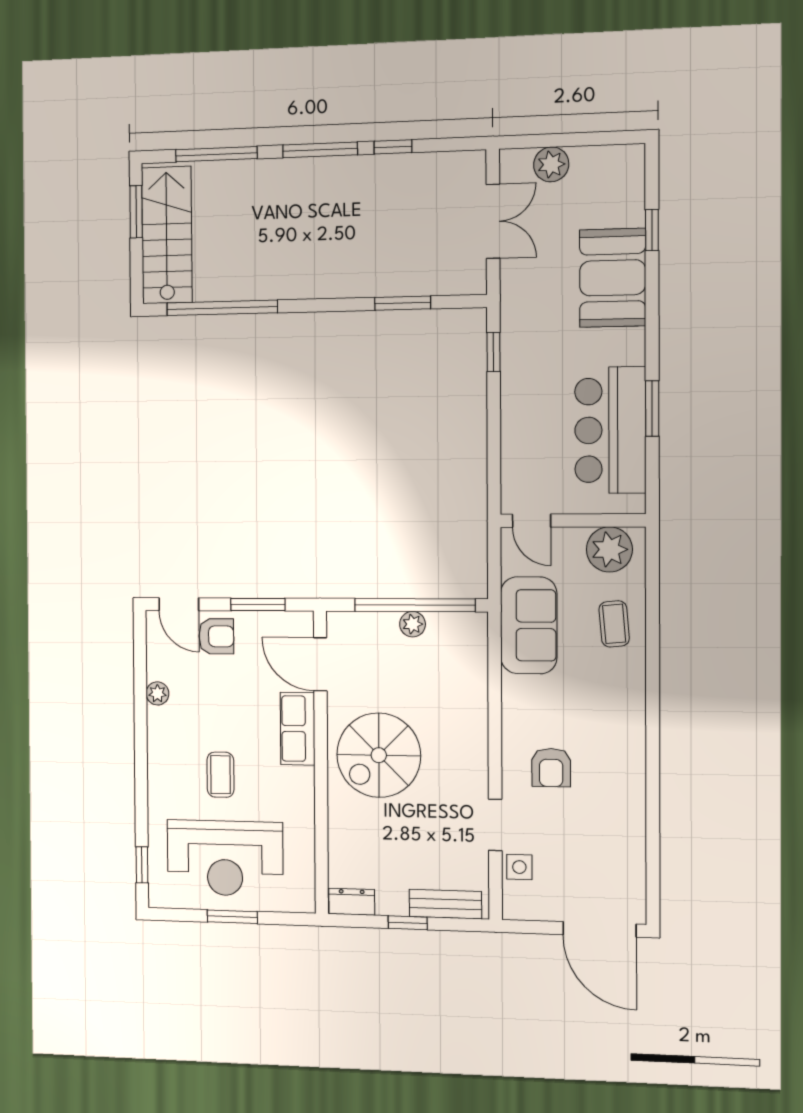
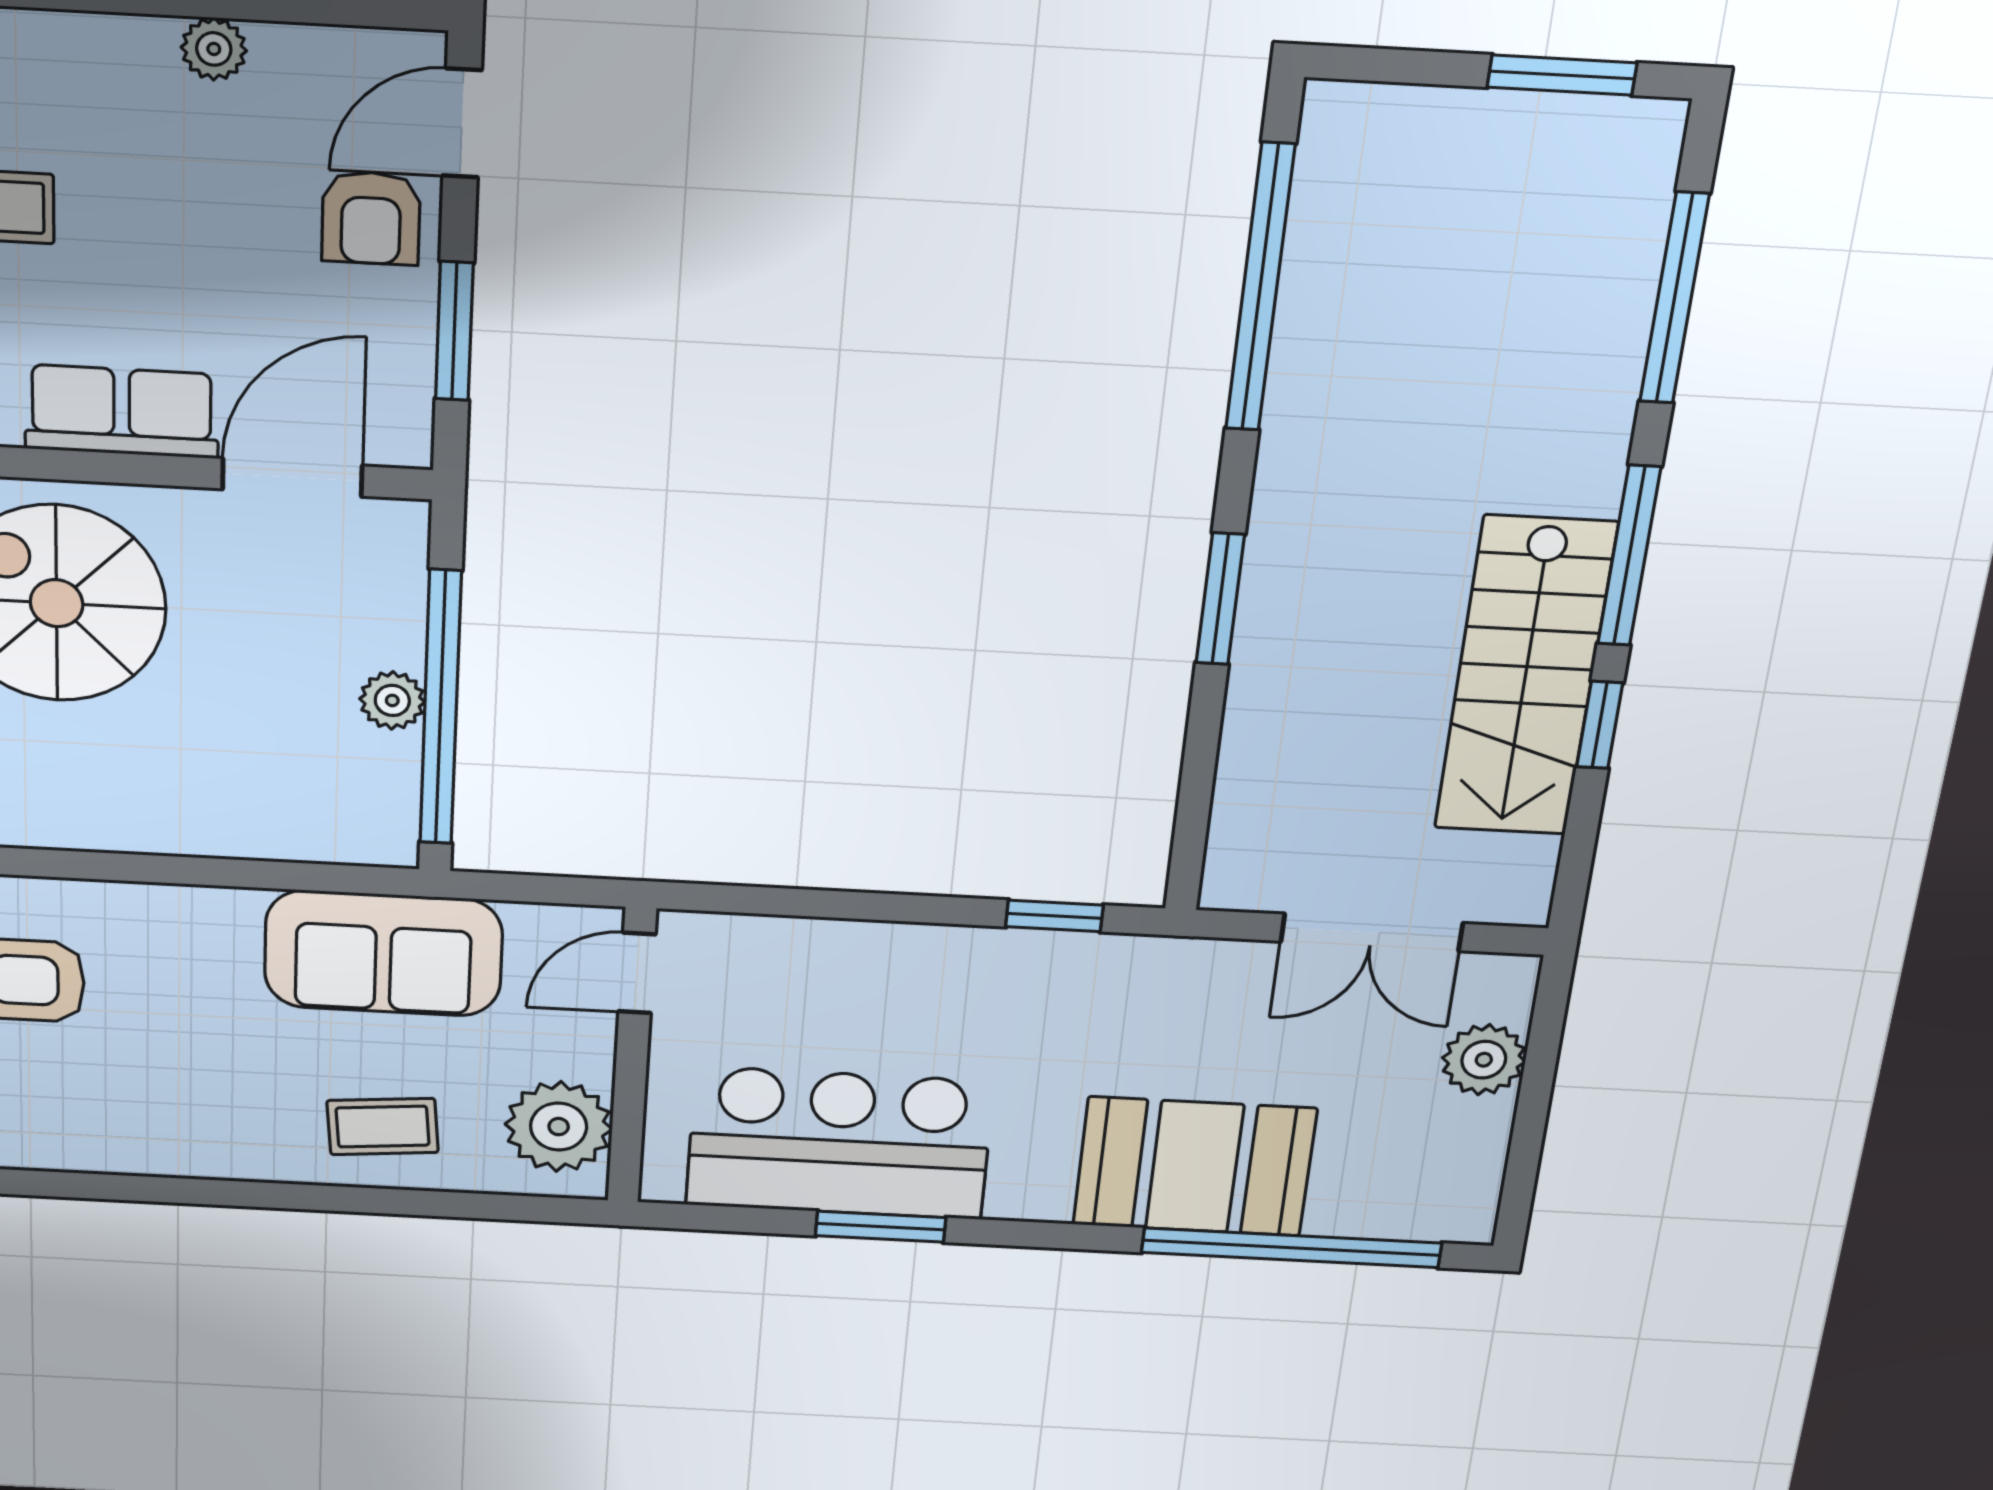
window: (652, 230) -> (1291, 1248), width x3.17
stairs: (167, 235) -> (1525, 677), moved, turned 90
window: (403, 303) -> (1220, 599), moved

